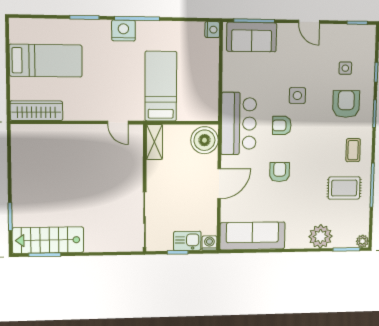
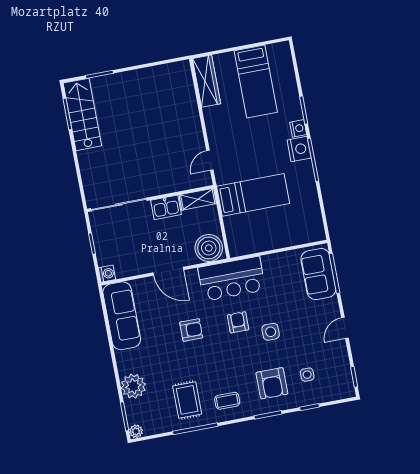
nightstand: (212, 30) -> (298, 128), moved, turned -90
armchair: (346, 104) -> (272, 383), turned 90
kitchen sink: (187, 241) -> (166, 207), moved, turned 90

